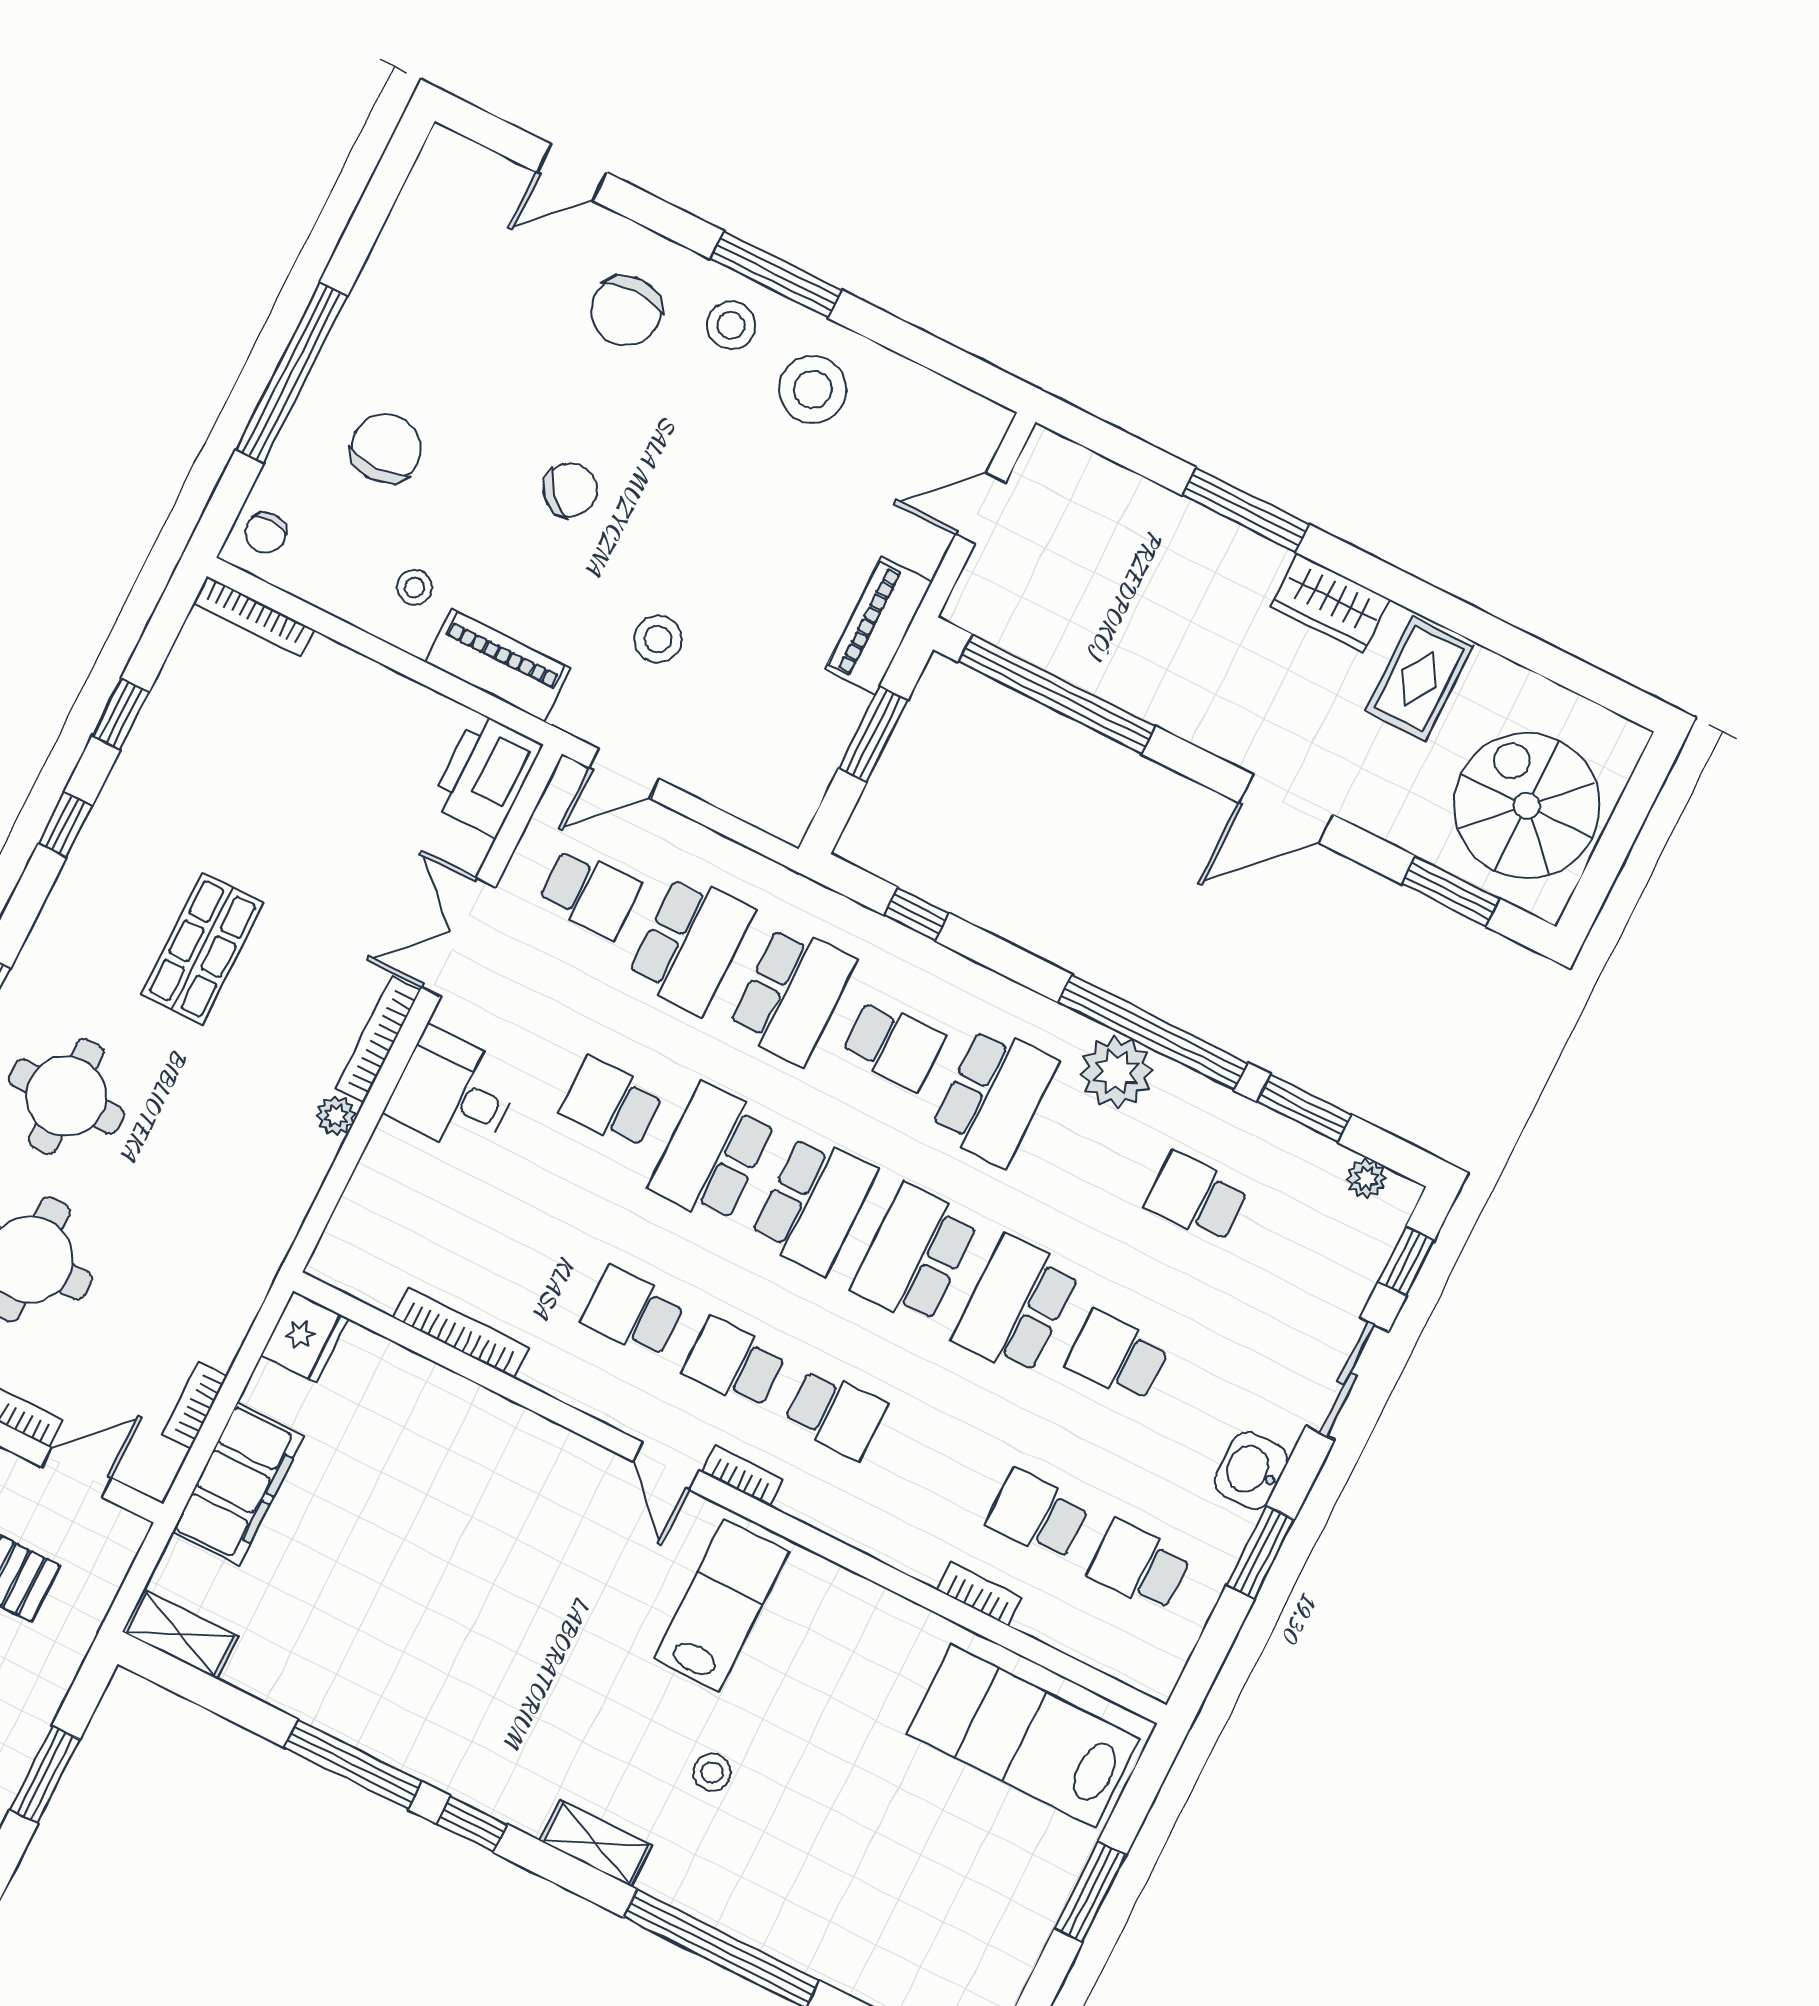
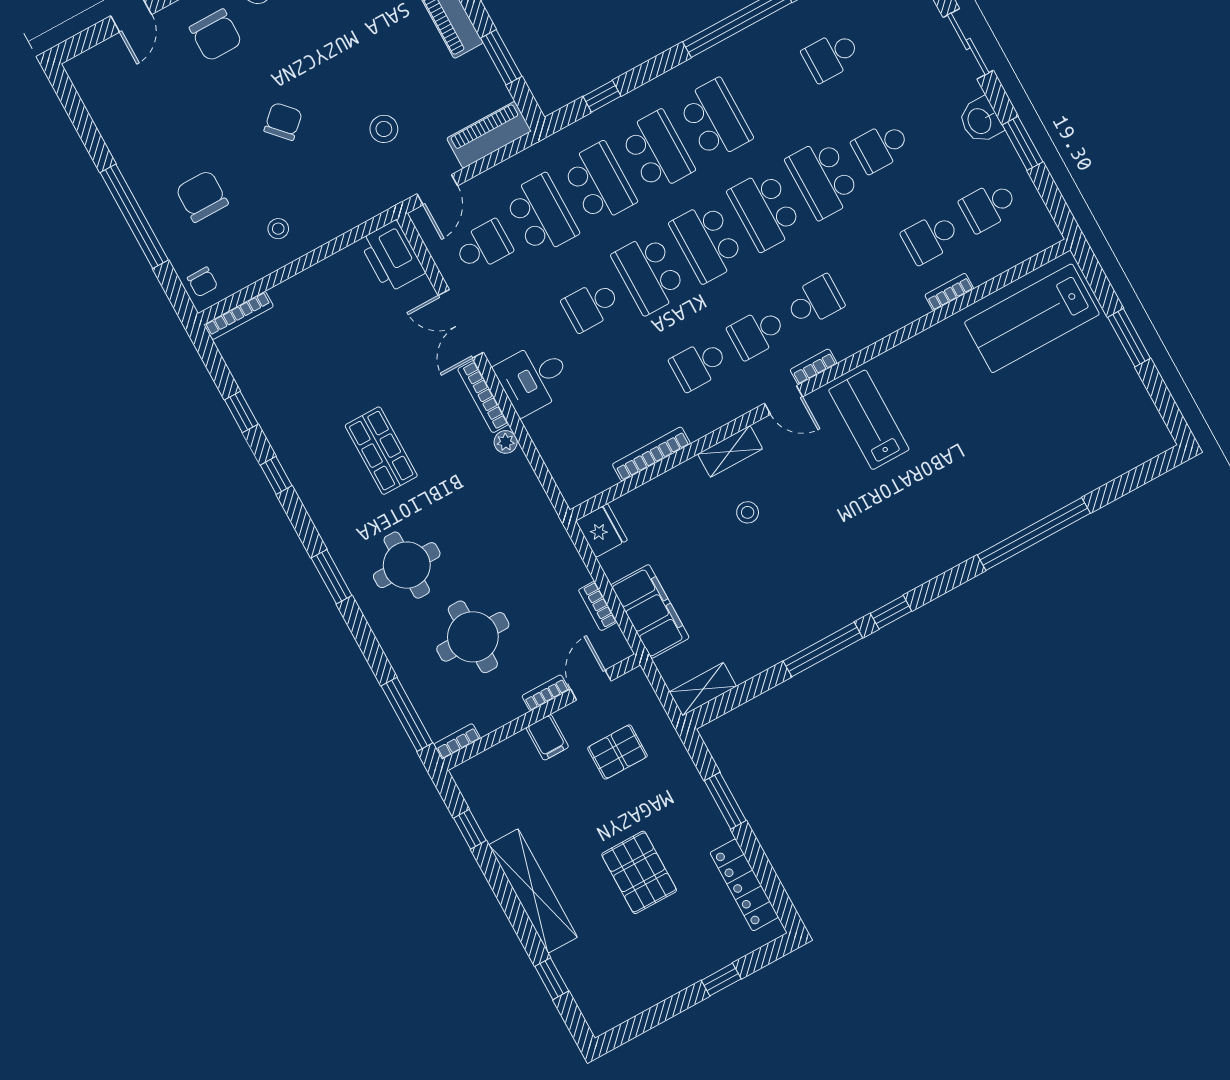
piano: (498, 665) -> (489, 135), moved
school desk: (893, 1045) -> (657, 151), width x1.85
plant: (1116, 1072) -> (744, 53), removed
school desk: (814, 1204) -> (707, 242), turned 180
stool: (712, 1772) -> (748, 512), moved
shelving: (596, 1843) -> (730, 451), moved

